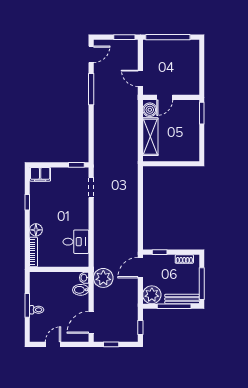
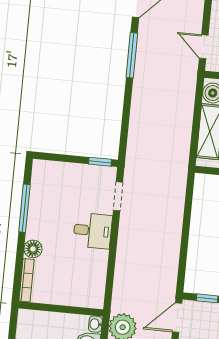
filing cabinet: (40, 174) -> (47, 170), removed
window: (27, 202) -> (24, 208), width x2.17
desk: (76, 242) -> (93, 231), moved

